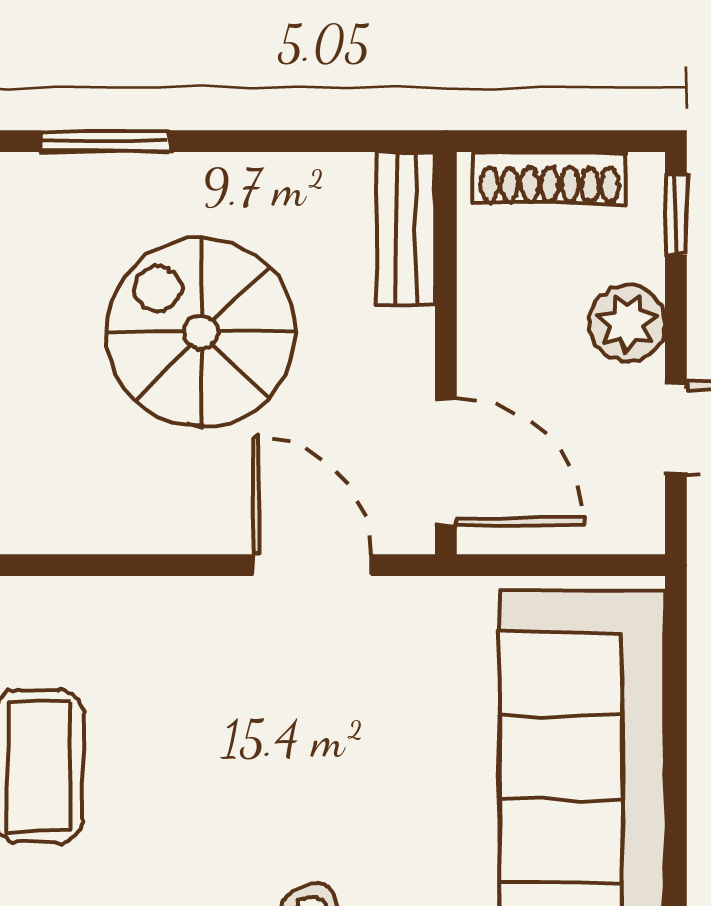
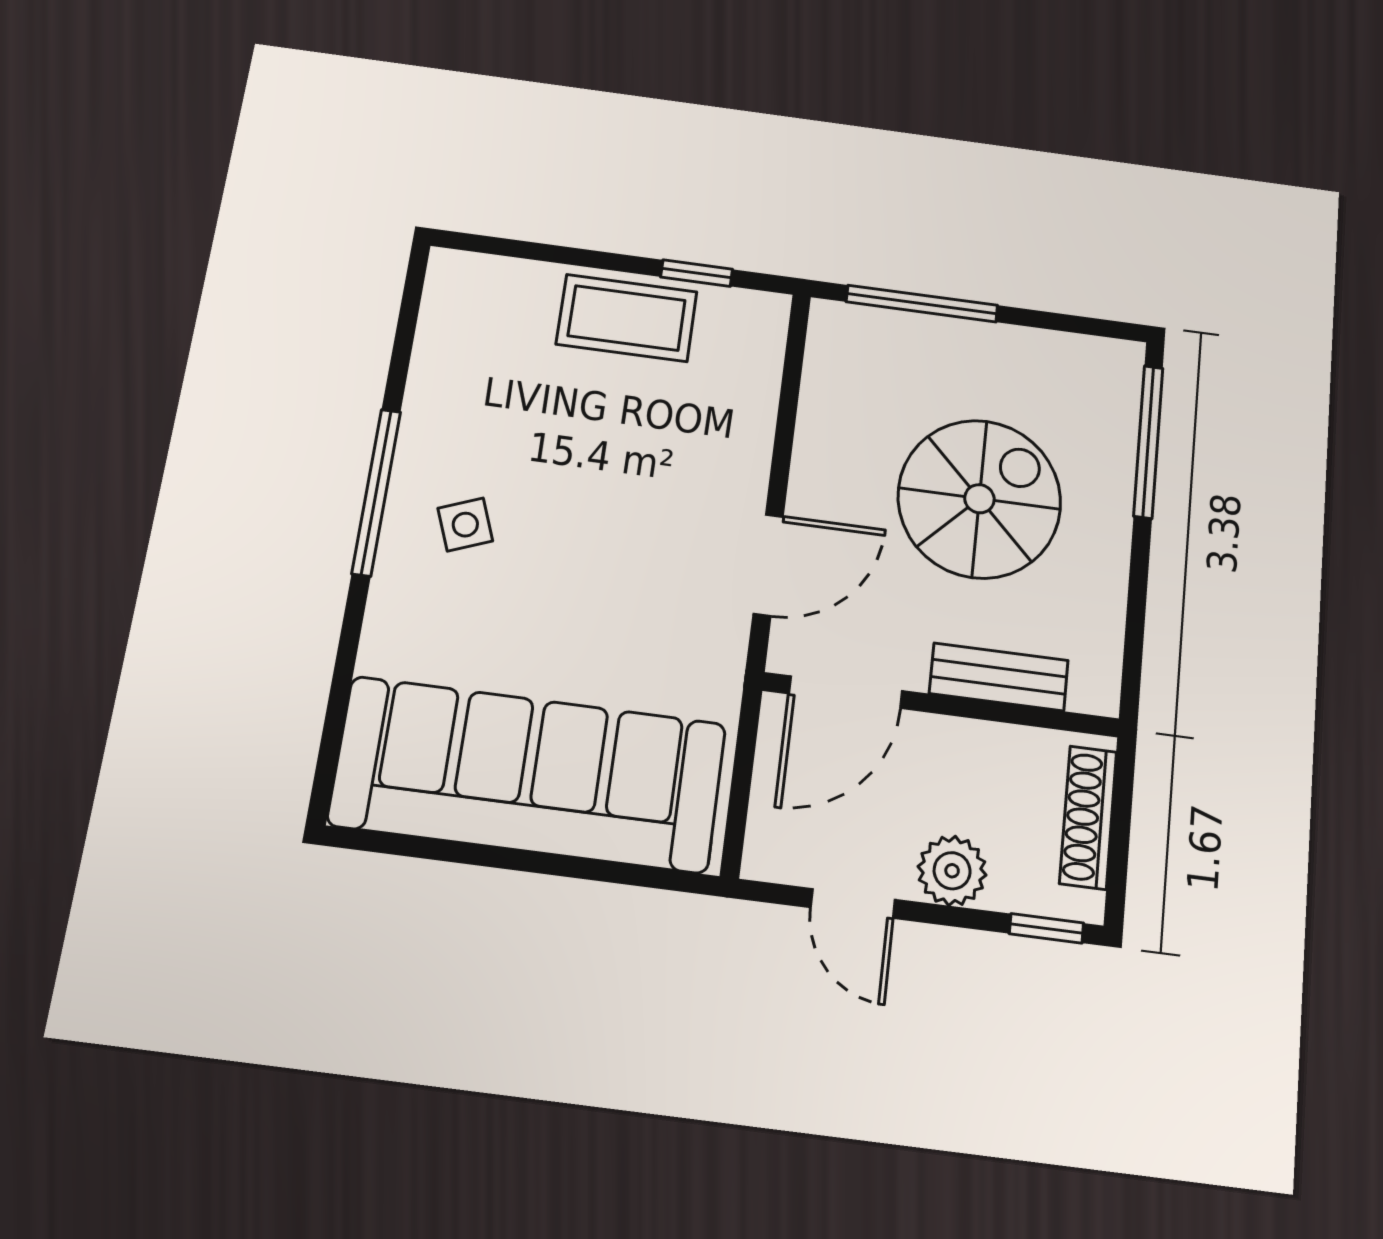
window: (105, 141) -> (1148, 442), width x1.44
bench: (406, 228) -> (999, 677), moved

